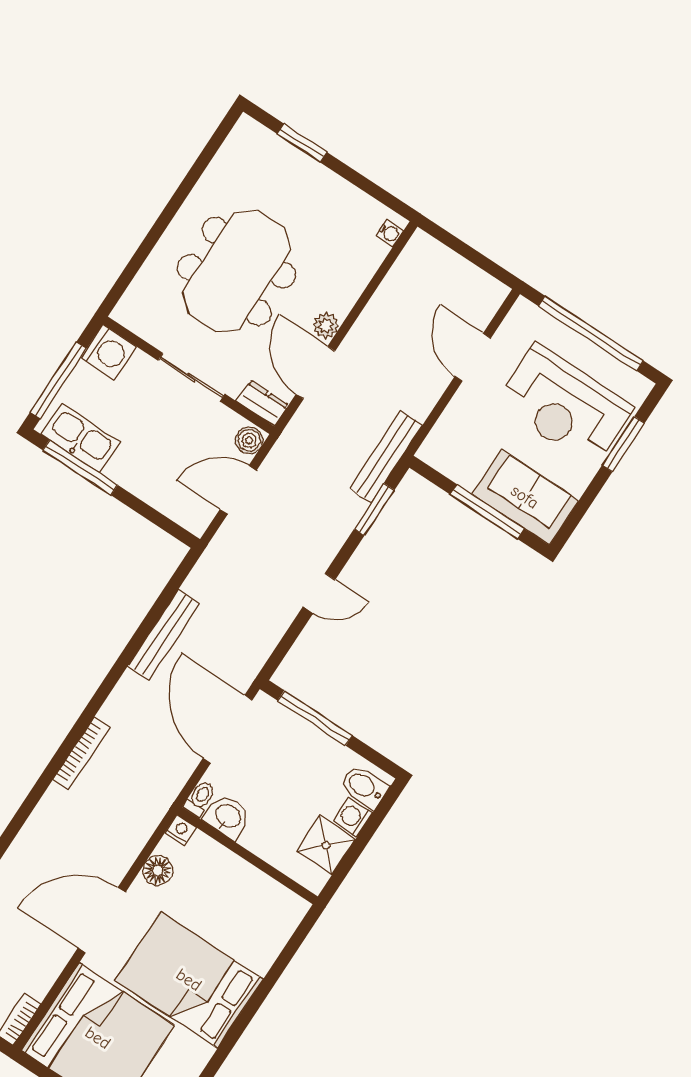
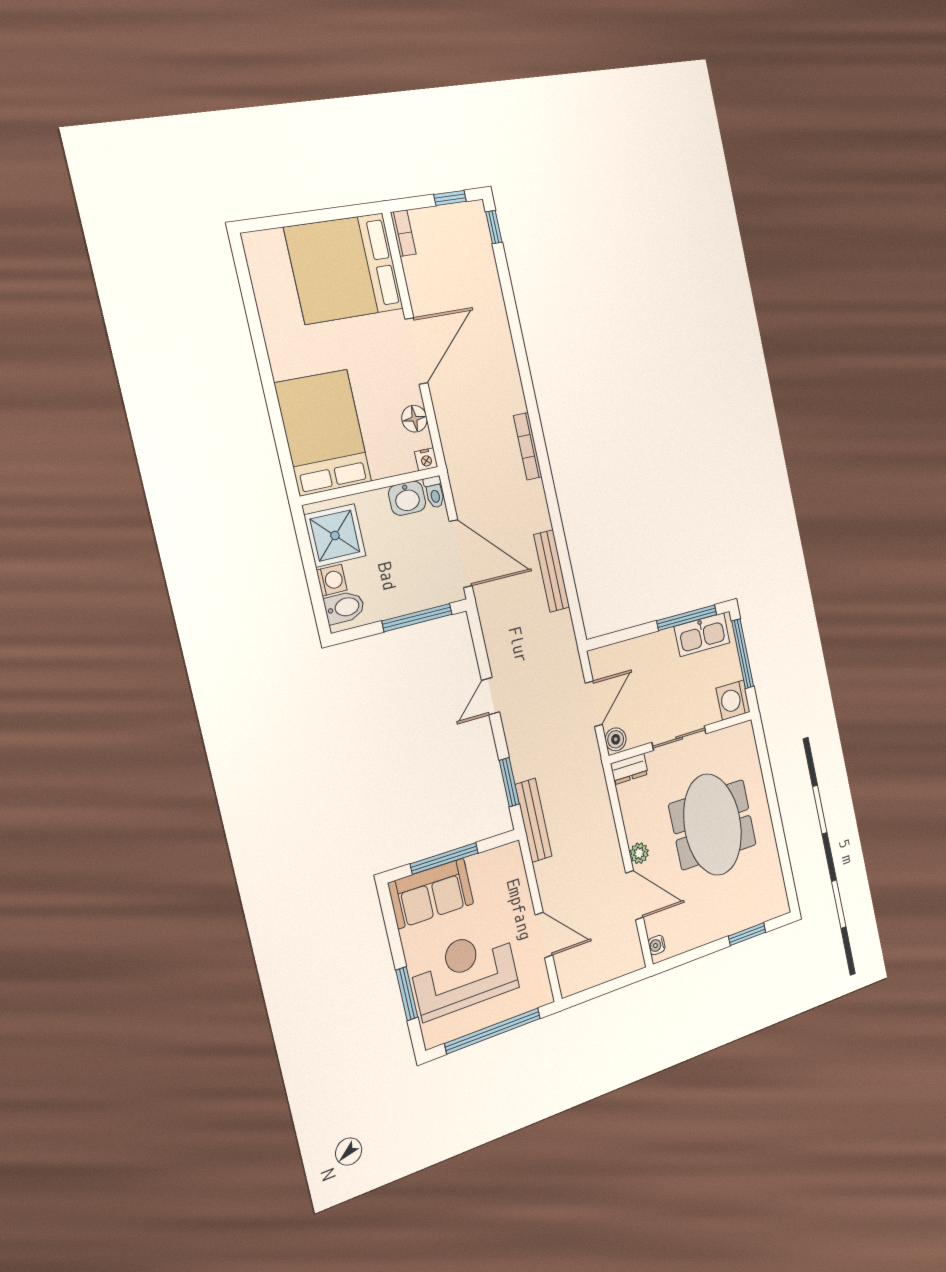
door: (316, 373) -> (634, 895), moved
shower: (326, 845) -> (335, 535), width x1.36, depth x1.36
bed: (189, 980) -> (323, 433), moved, turned -90

